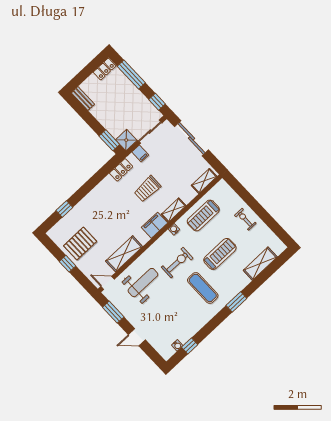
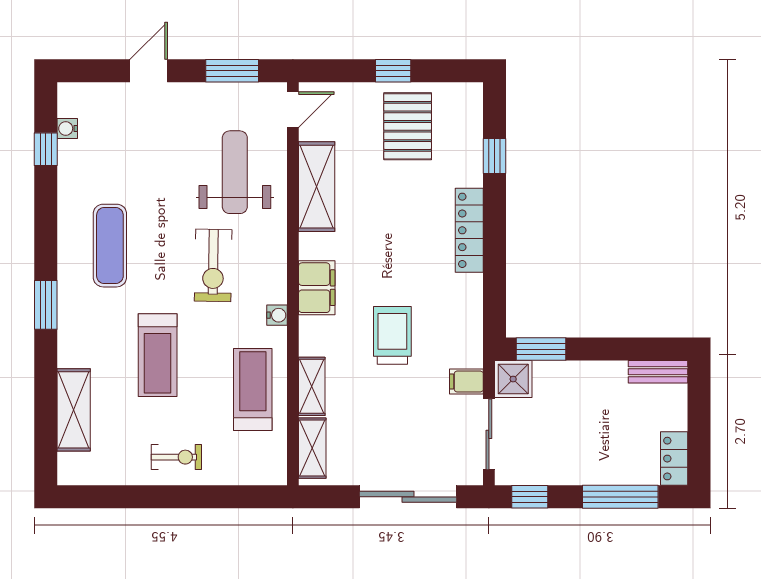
locker: (121, 170) -> (469, 230), moved, width x1.53
shelving: (174, 210) -> (312, 386), moved
weight bench: (143, 283) -> (235, 172), turned 180
exercise mat: (203, 288) -> (110, 246), moved, turned 90

